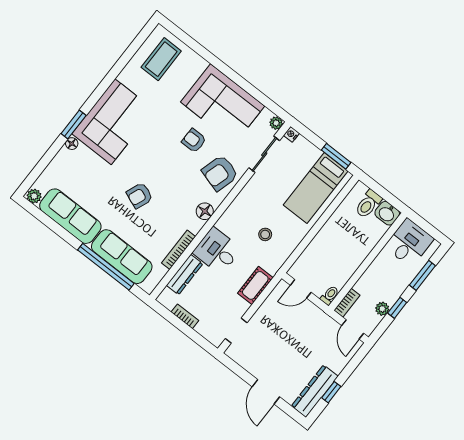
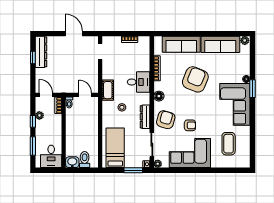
coffee table: (161, 59) -> (229, 144), moved
window: (336, 156) -> (133, 170), moved
armchair: (140, 196) -> (195, 79), width x1.88, depth x1.88
window: (106, 267) -> (185, 34), removed
dresser: (185, 275) -> (145, 117), moved
cot: (255, 285) -> (108, 90), moved
door: (301, 289) -> (85, 95), hinge flipped
door: (266, 392) -> (74, 34), moved

